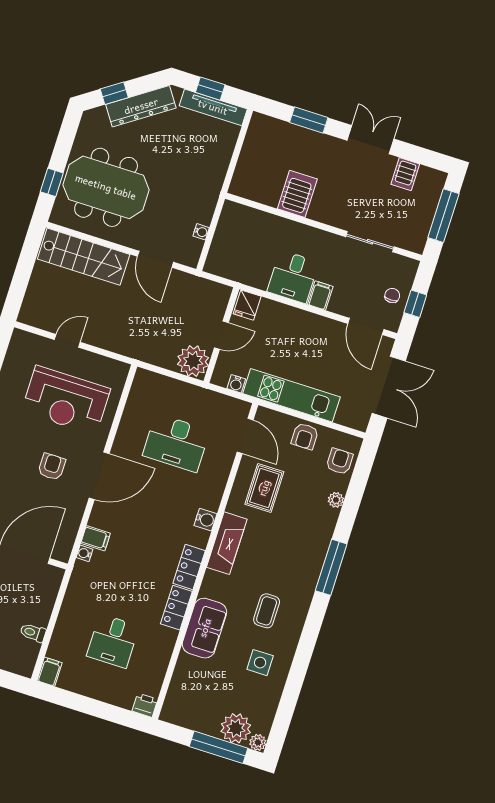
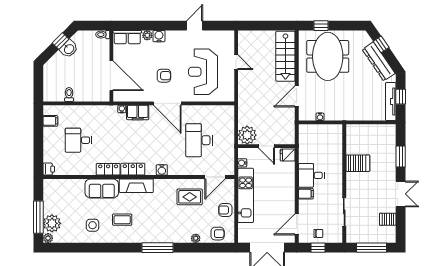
filing cabinet: (96, 538) -> (138, 112), width x2.00
fireplace: (227, 543) -> (136, 186), moved
filing cabinet: (50, 672) -> (50, 121), moved

